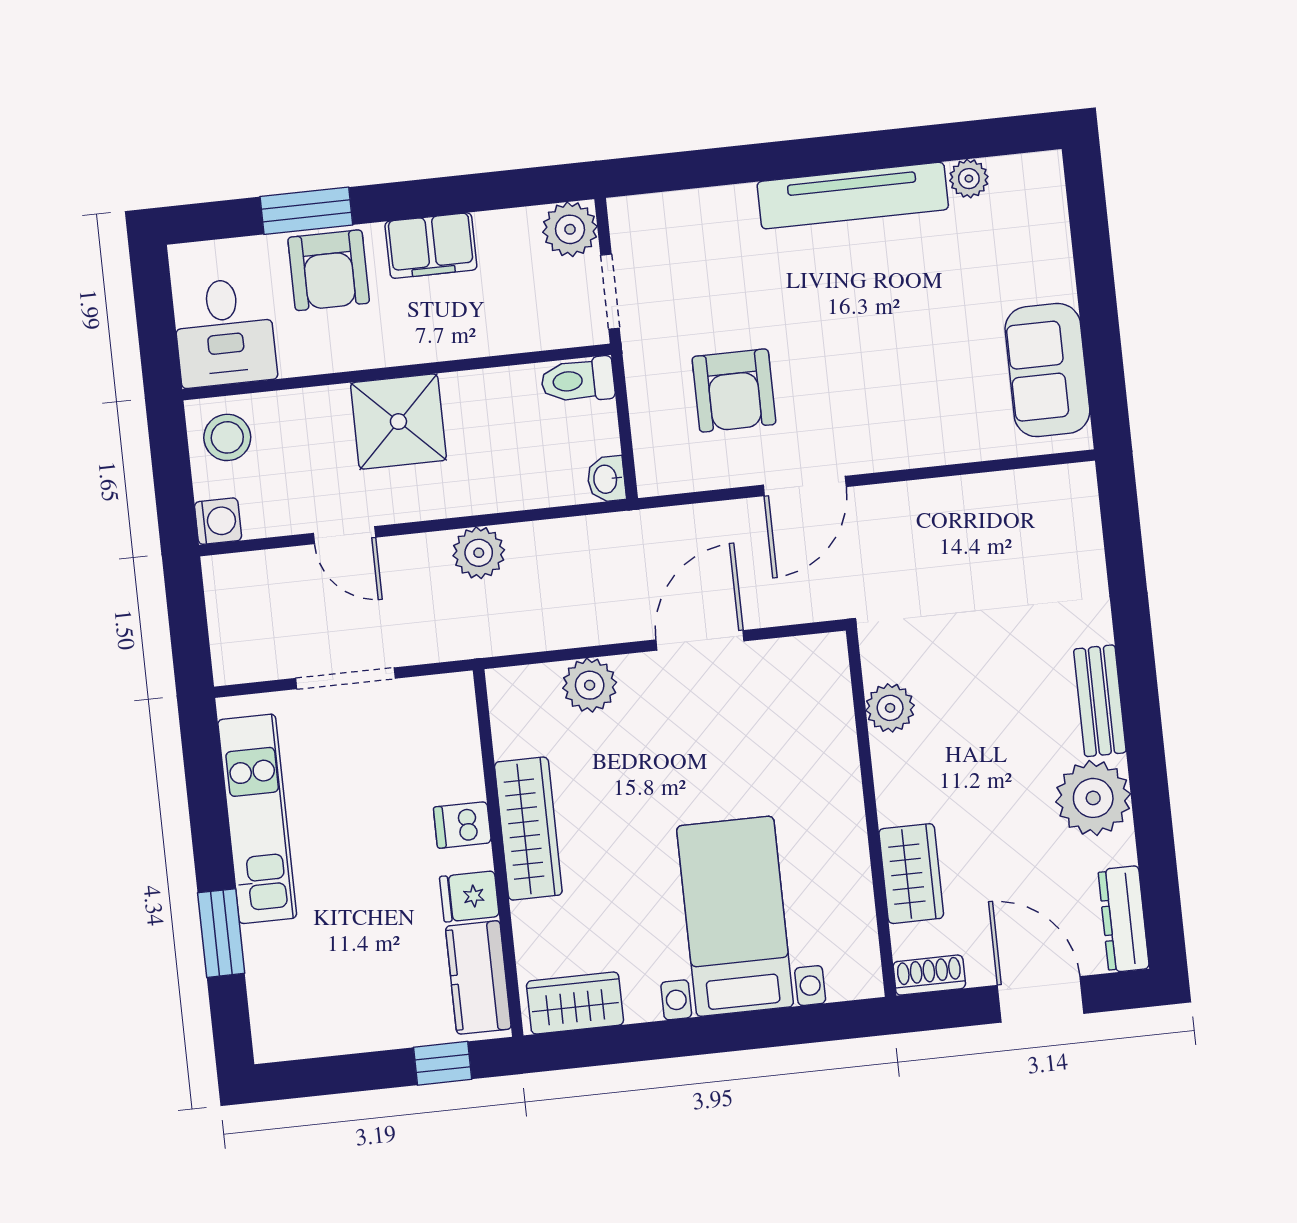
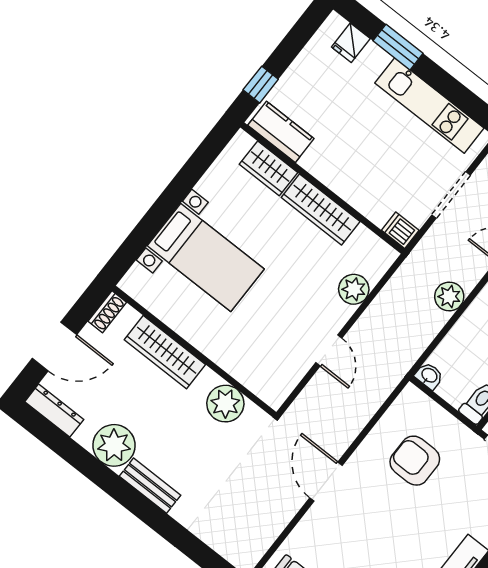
door: (805, 486) -> (326, 482), moved
door: (700, 640) -> (329, 350), width x0.73
plant: (890, 708) -> (225, 404), width x1.36, depth x1.36
dishwasher: (462, 825) -> (400, 230), moved, turned -90
wardrobe: (911, 874) -> (165, 352), width x1.50
fridge: (469, 896) -> (351, 43), moved, turned 180
wardrobe: (575, 1003) -> (268, 168), moved, turned 90

